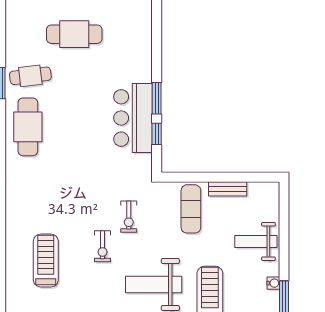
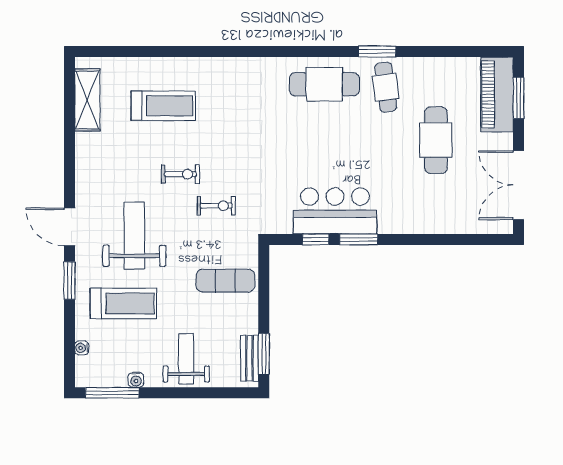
window: (252, 177) -> (264, 354), added
bench: (228, 189) -> (250, 358), moved
exercise bike: (129, 217) -> (216, 206), turned 180
exercise bike: (103, 246) -> (180, 174), turned 180

